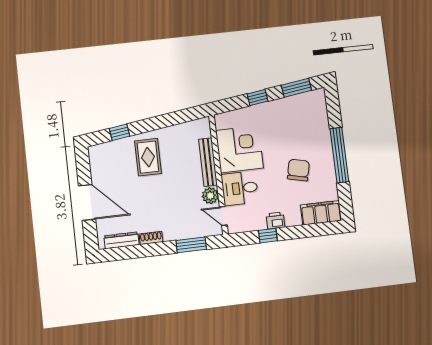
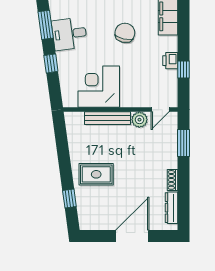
chair: (298, 170) -> (125, 33), turned 90
desk: (240, 188) -> (69, 34), moved, turned 82

